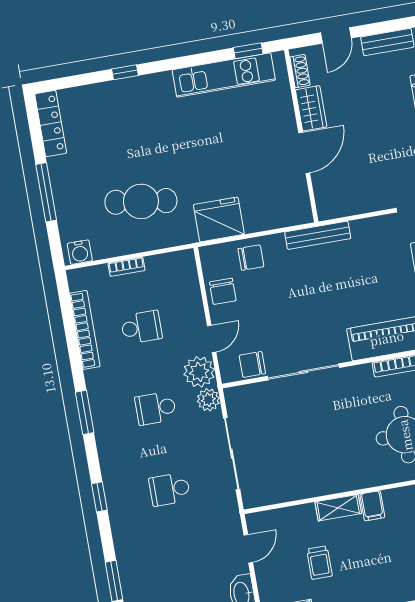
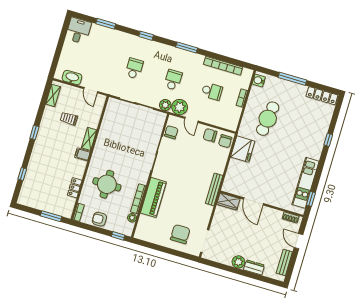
wardrobe: (311, 108) -> (228, 201), moved
chair: (251, 258) -> (225, 141), moved
school desk: (141, 327) -> (212, 91), turned -90

